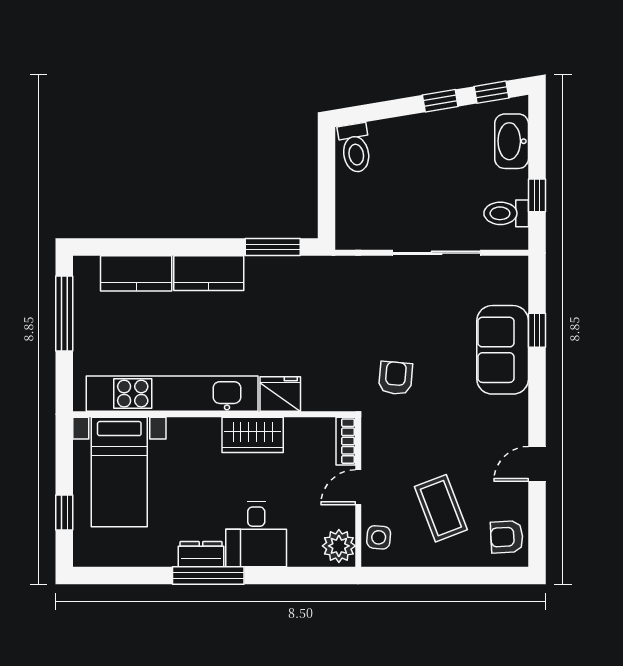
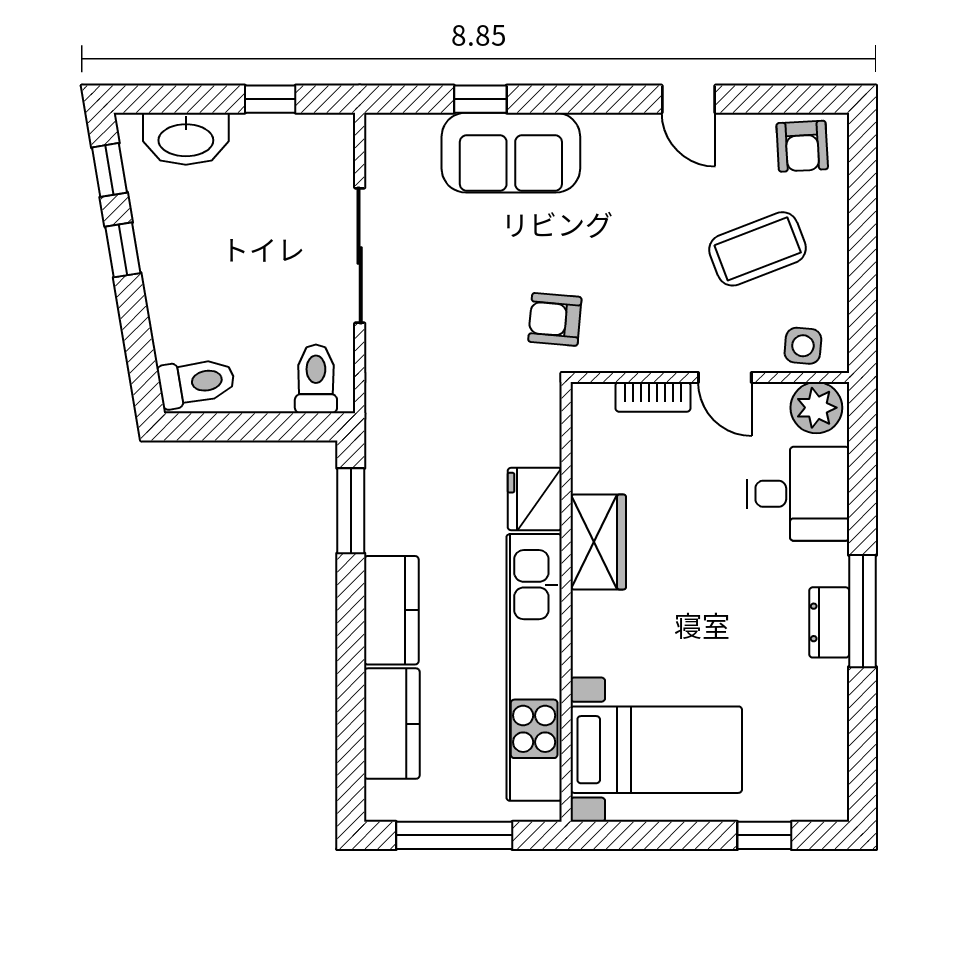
toilet: (506, 213) -> (316, 379), moved, turned 180
kitchen unit: (172, 394) -> (534, 667), moved
fridge: (280, 394) -> (535, 499), moved
wall: (214, 414) -> (566, 602), moved
wardrobe: (253, 435) -> (598, 542), moved
bed with nightstands: (119, 472) -> (656, 750), moved
desk: (256, 534) -> (798, 494), moved

